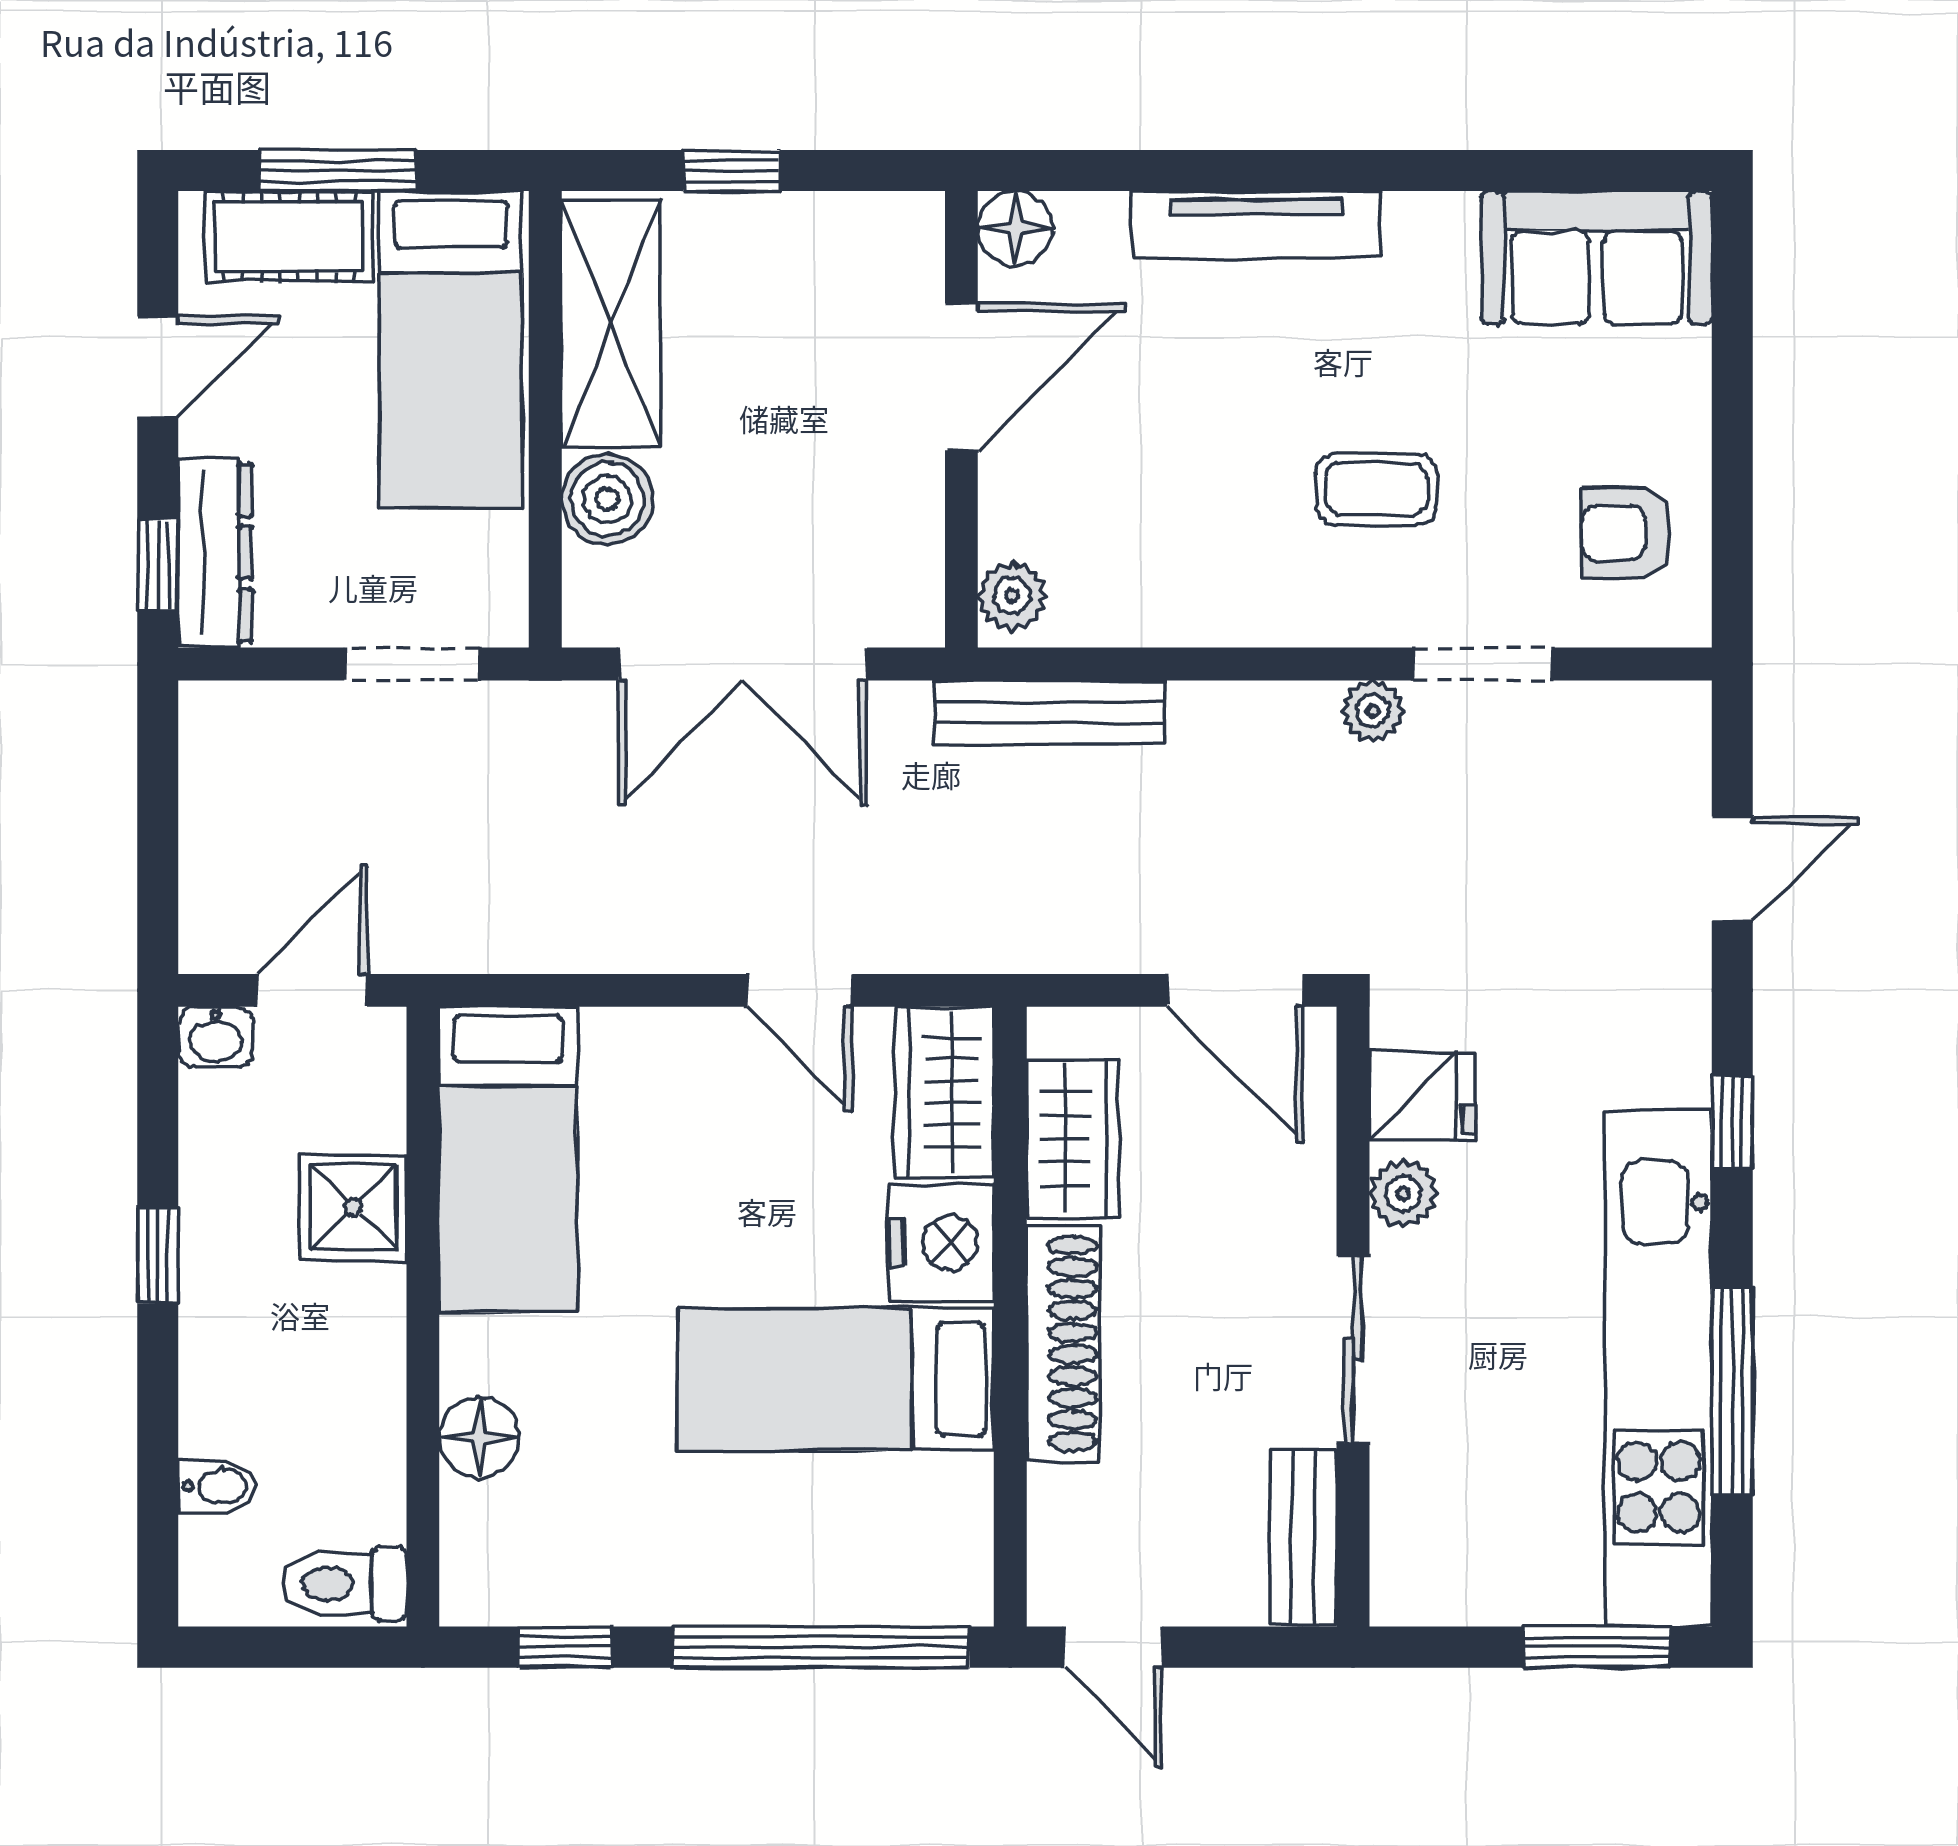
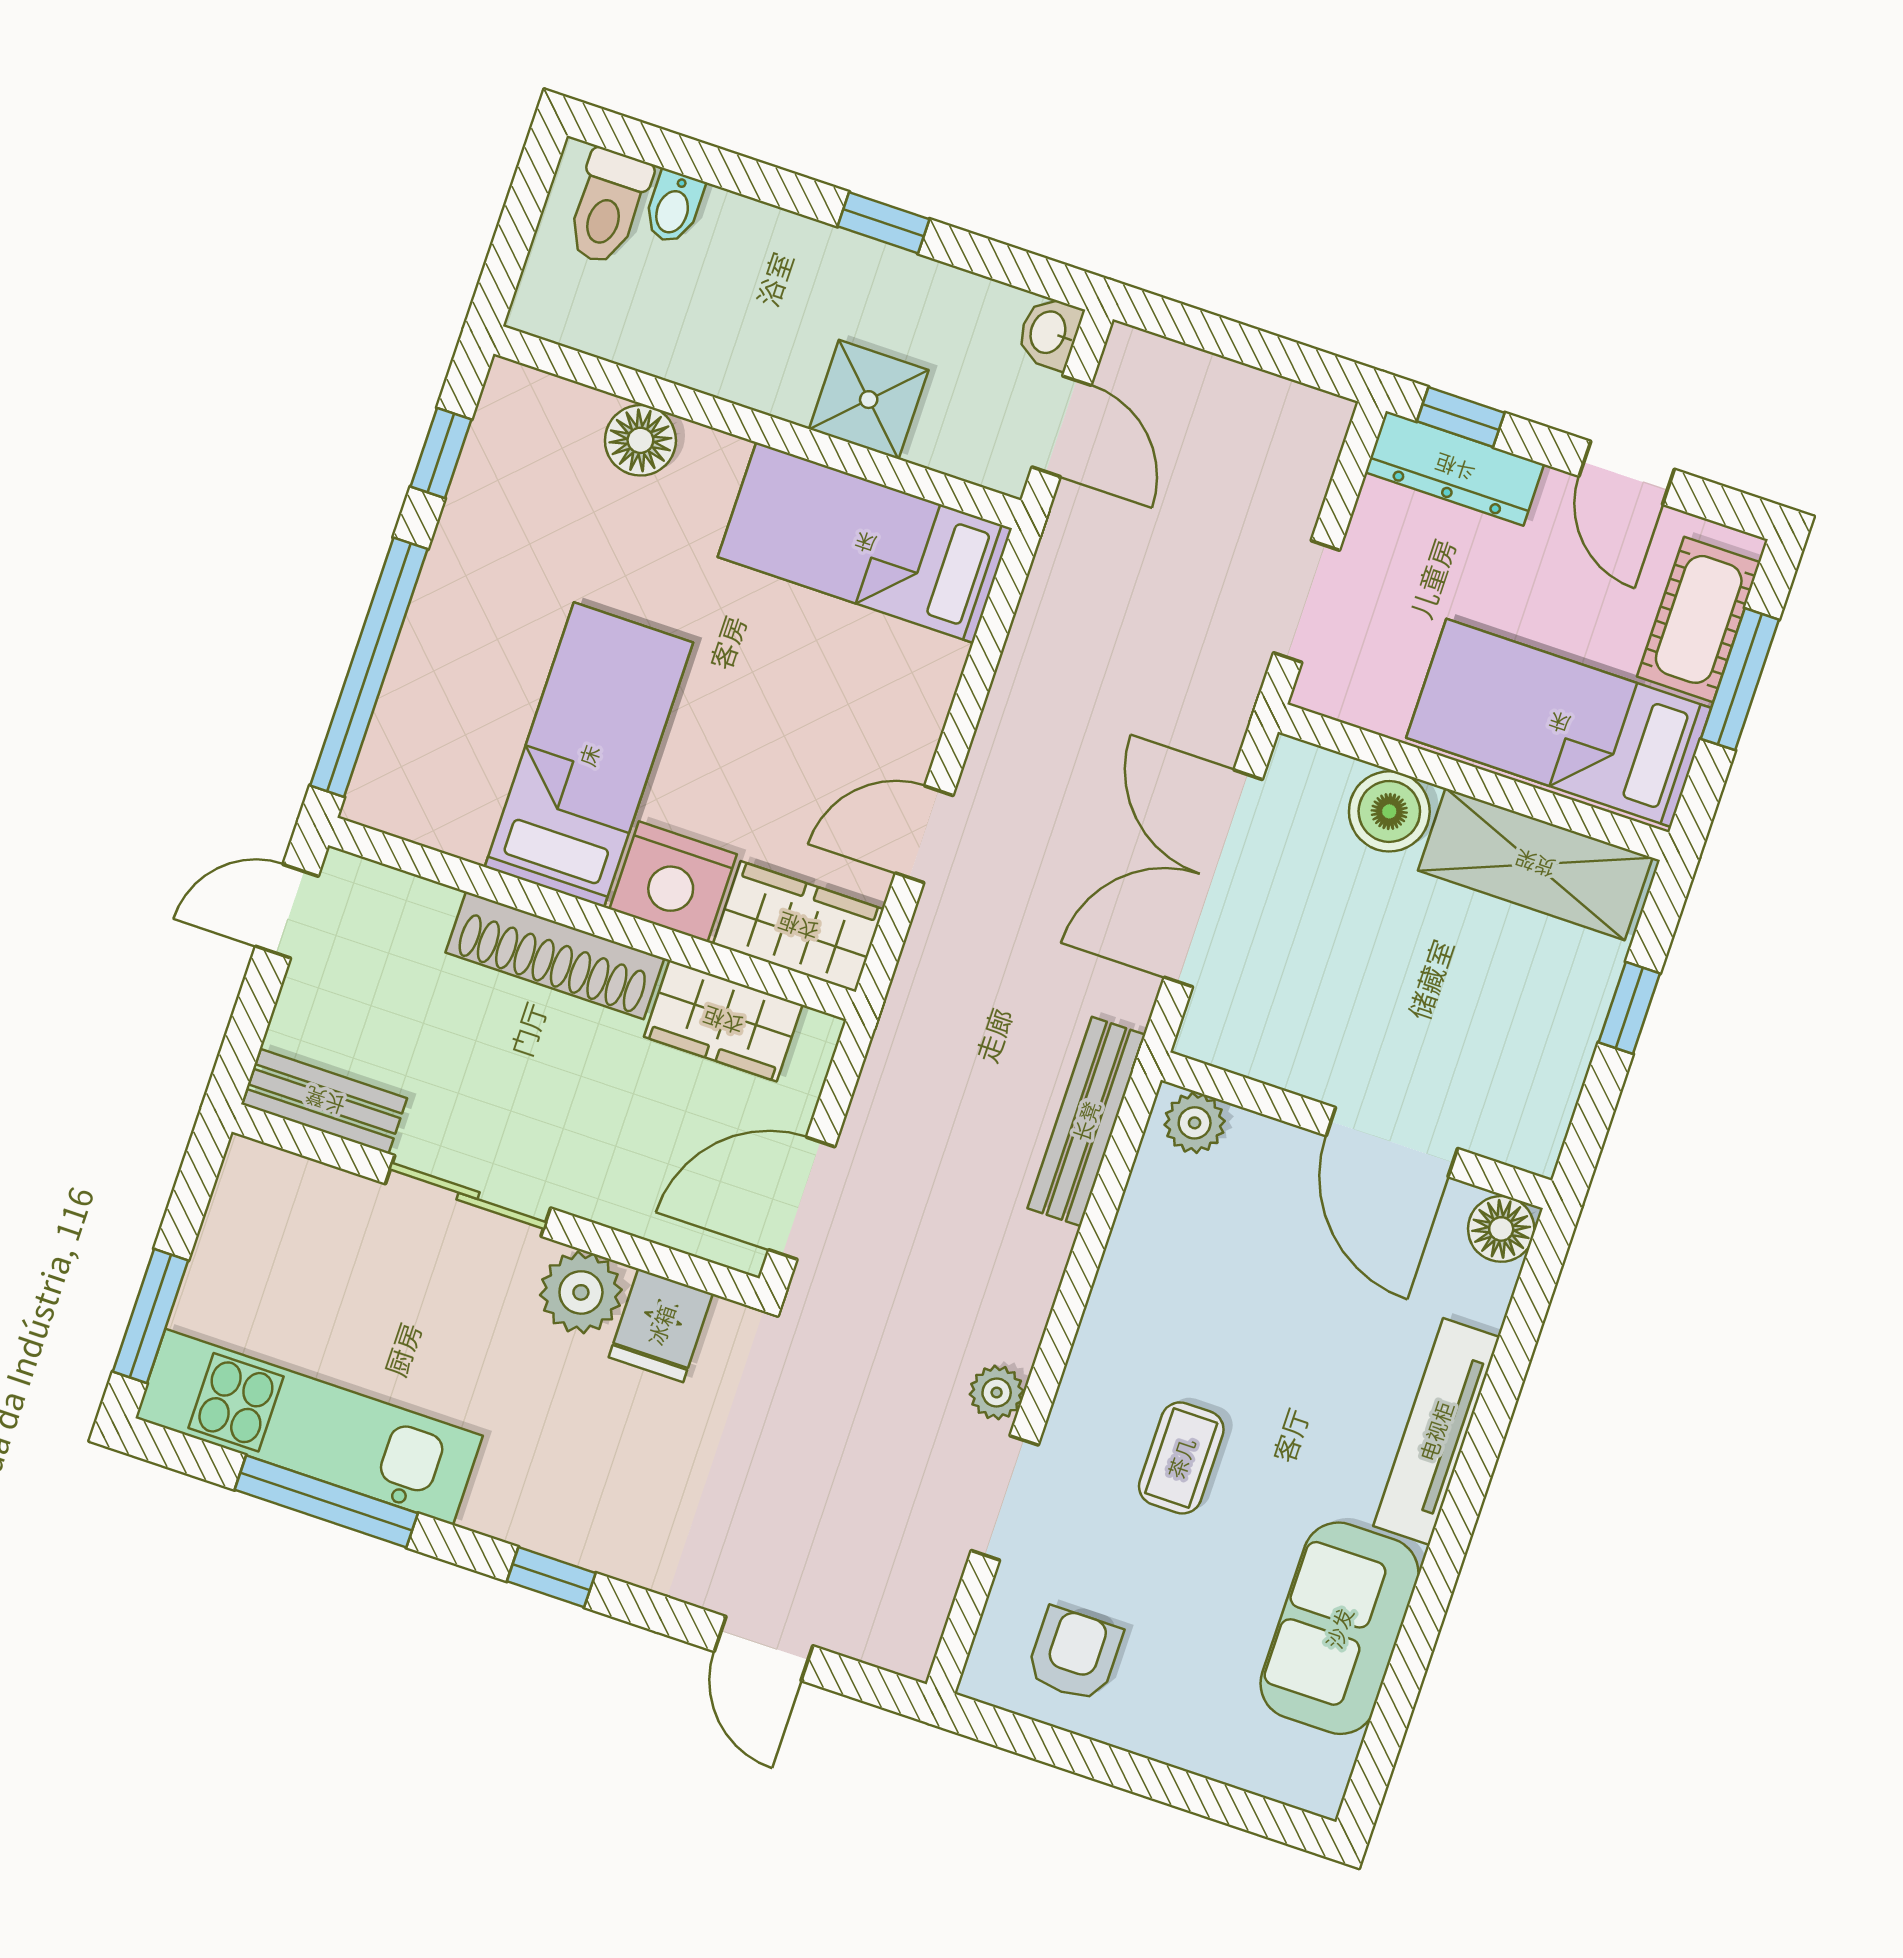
sofa: (1597, 257) -> (1339, 1628), moved
plant: (1403, 1193) -> (581, 1292), width x1.38, depth x1.38
kitchen unit: (1658, 1368) -> (309, 1427), width x0.73
toilet: (344, 1584) -> (608, 207), moved, turned 180

